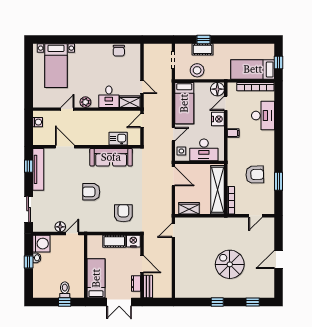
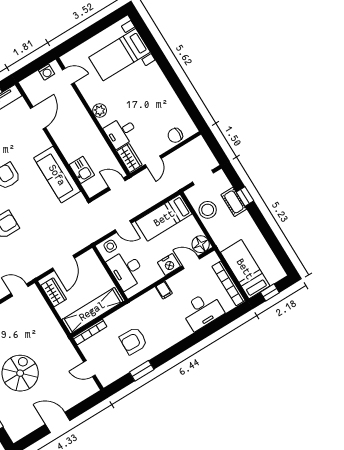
chair: (119, 51) -> (175, 135), moved
door: (67, 109) -> (68, 76), moved
armchair: (255, 175) -> (133, 341), turned 94
door: (173, 176) -> (63, 263), moved

